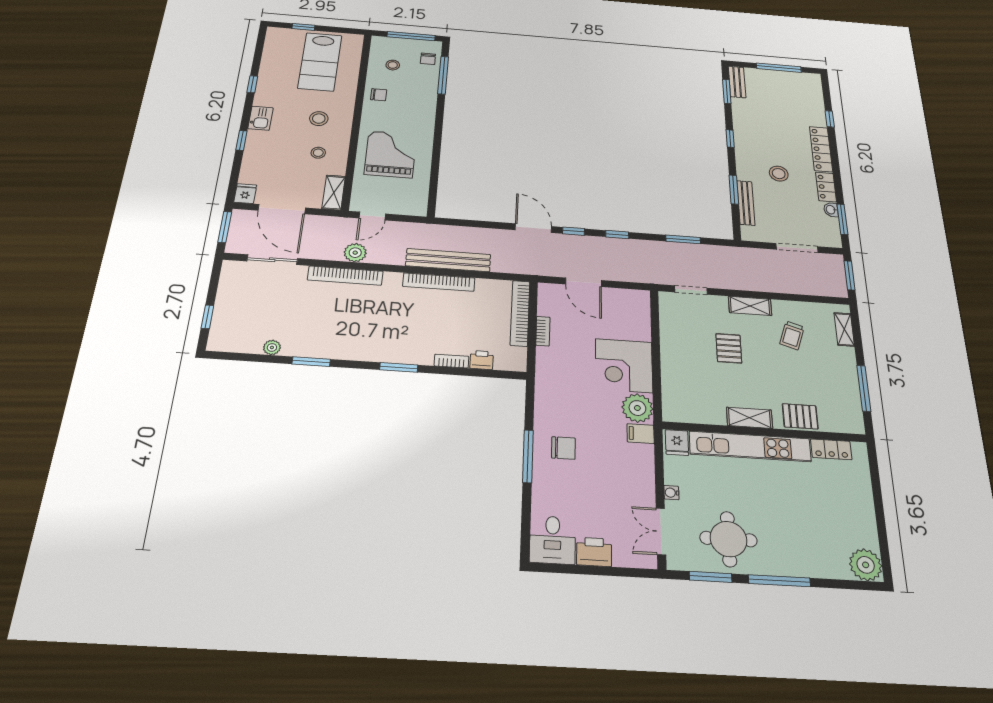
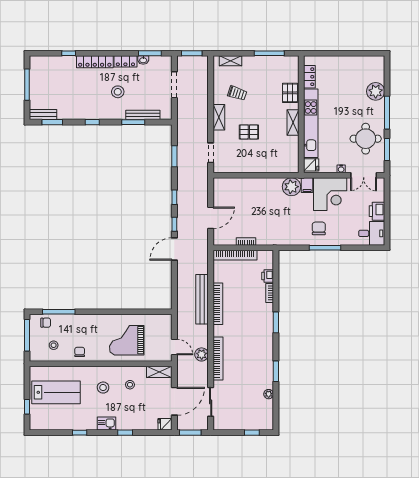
corner desk: (624, 366) -> (330, 194), moved
plant: (866, 565) -> (376, 91), moved

